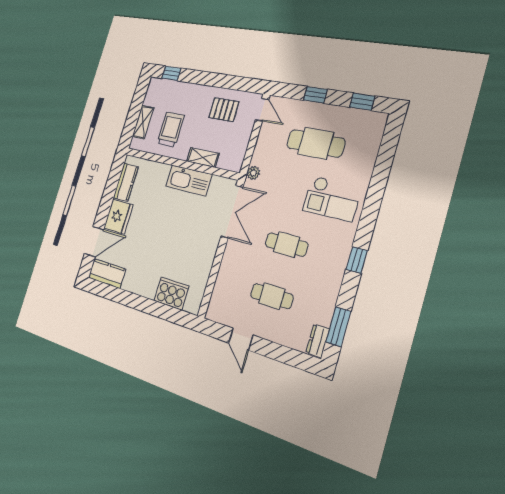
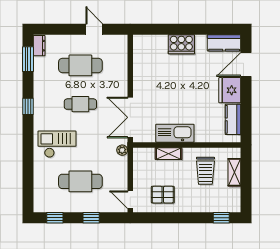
cooker: (171, 293) -> (181, 44), moved
cafe table: (272, 296) -> (80, 65), width x1.37, depth x1.35

